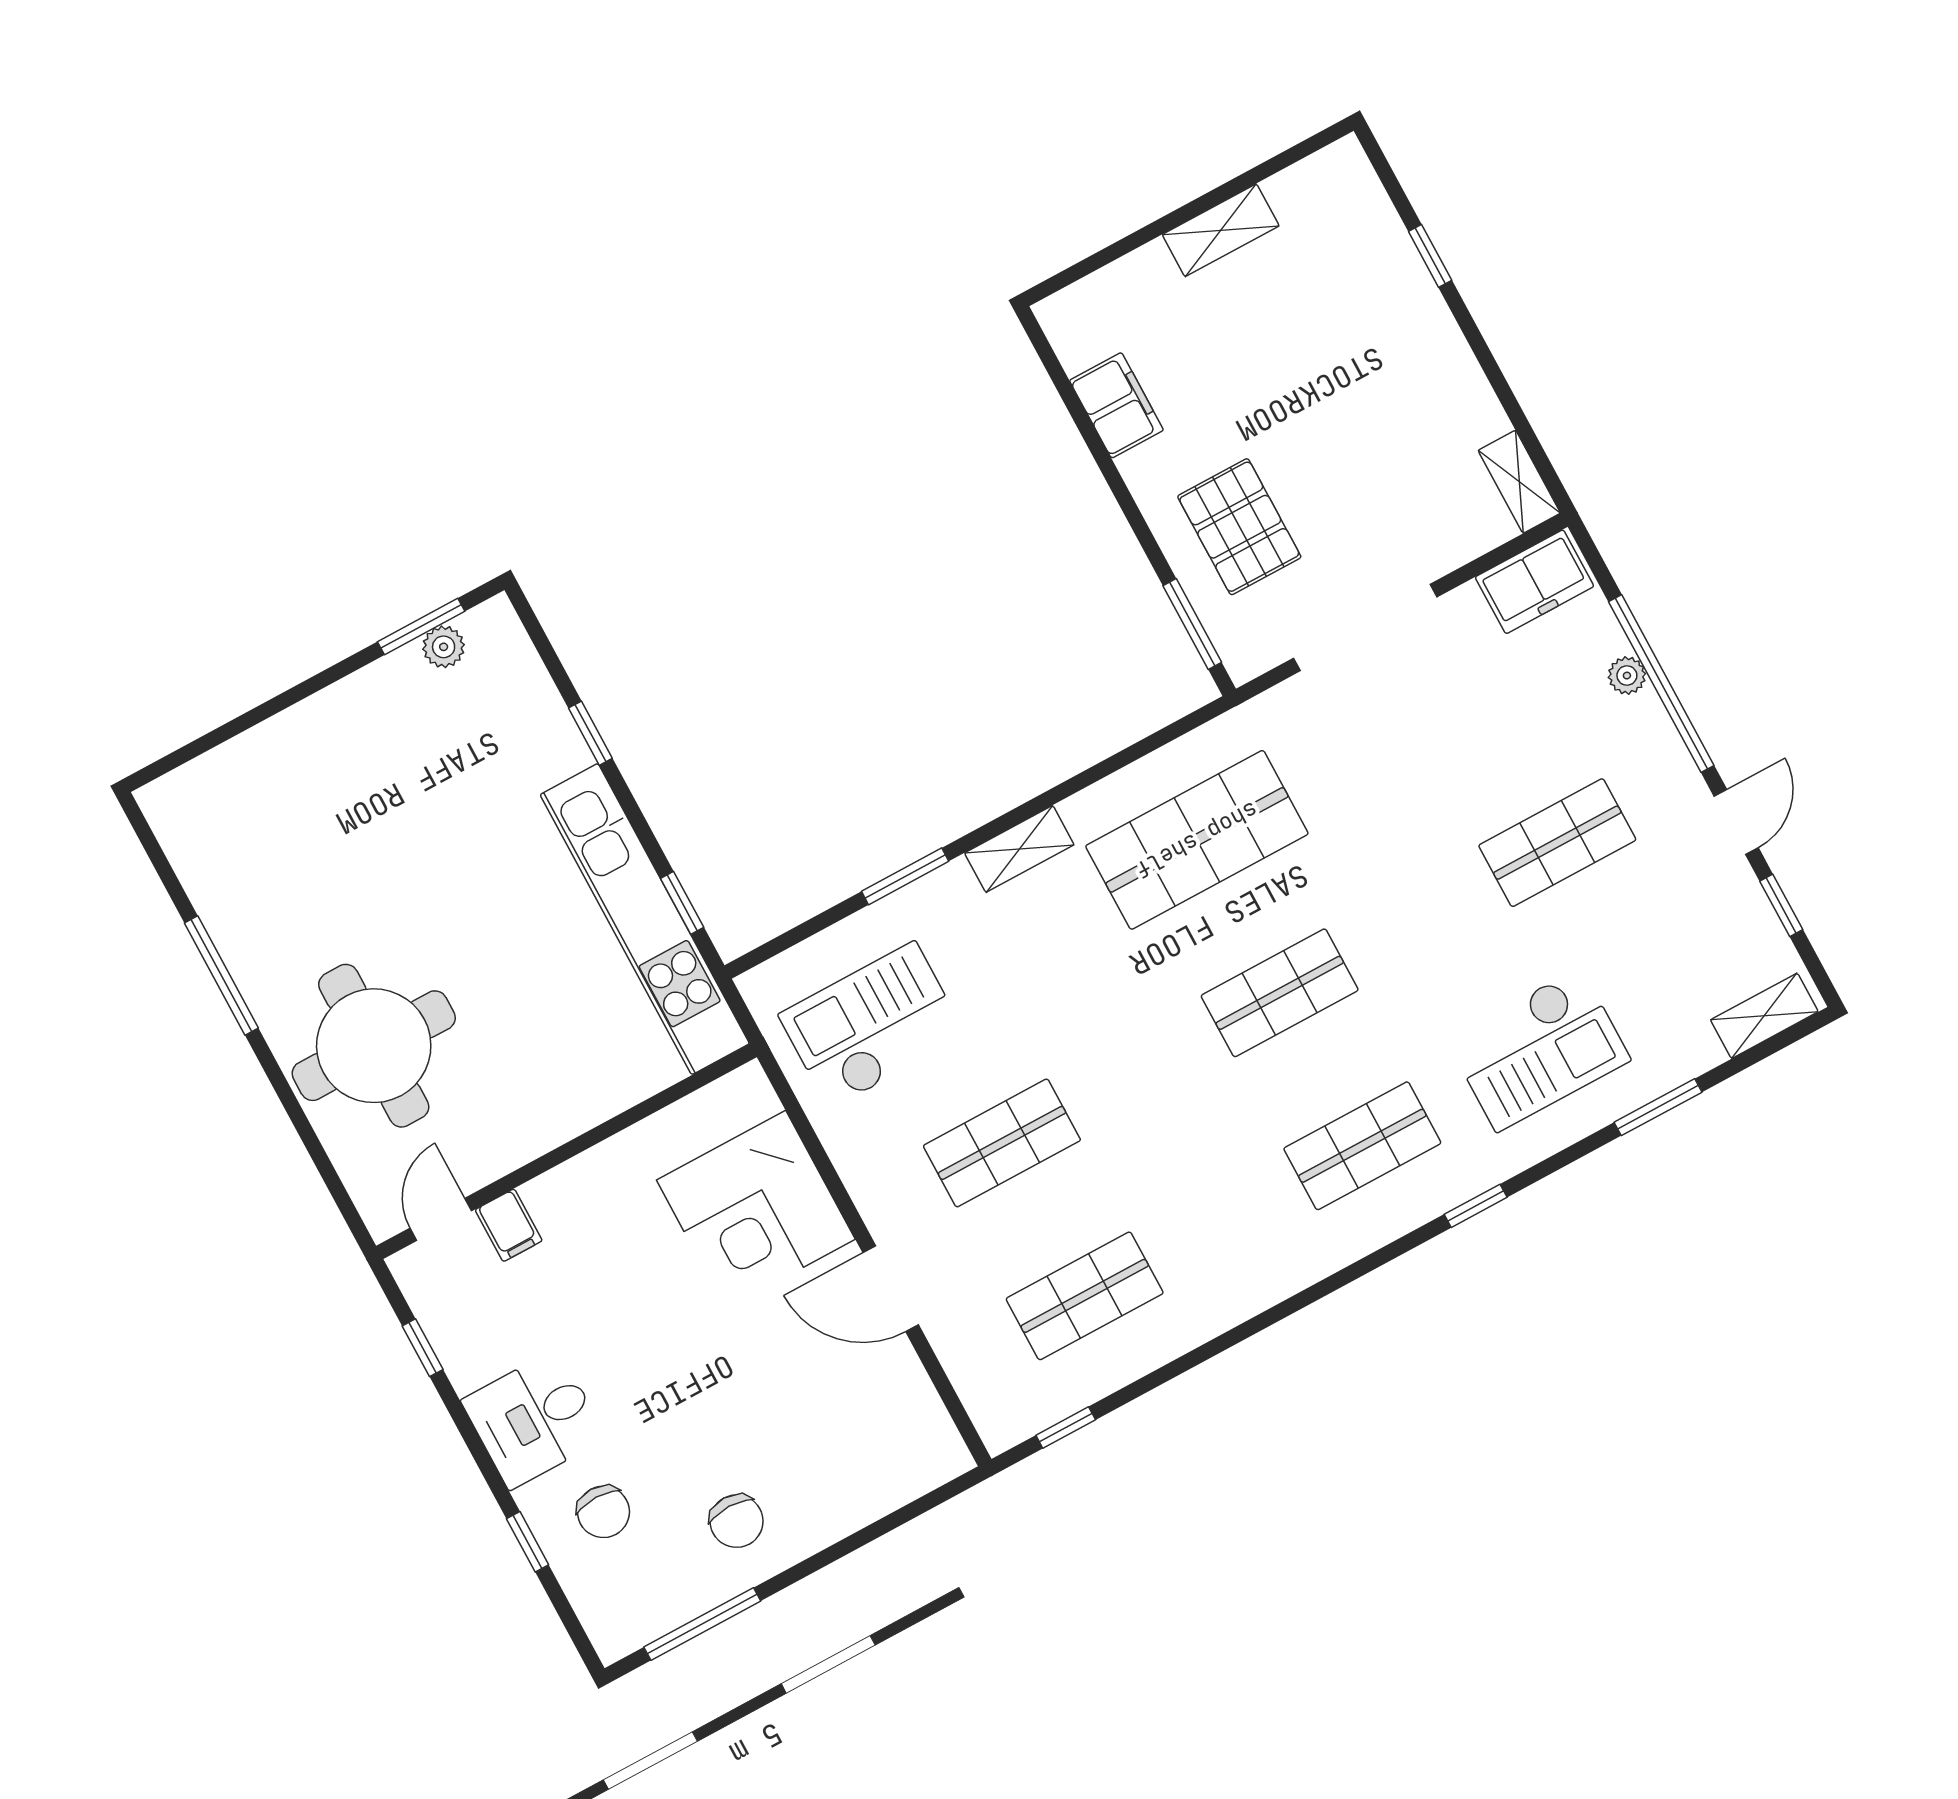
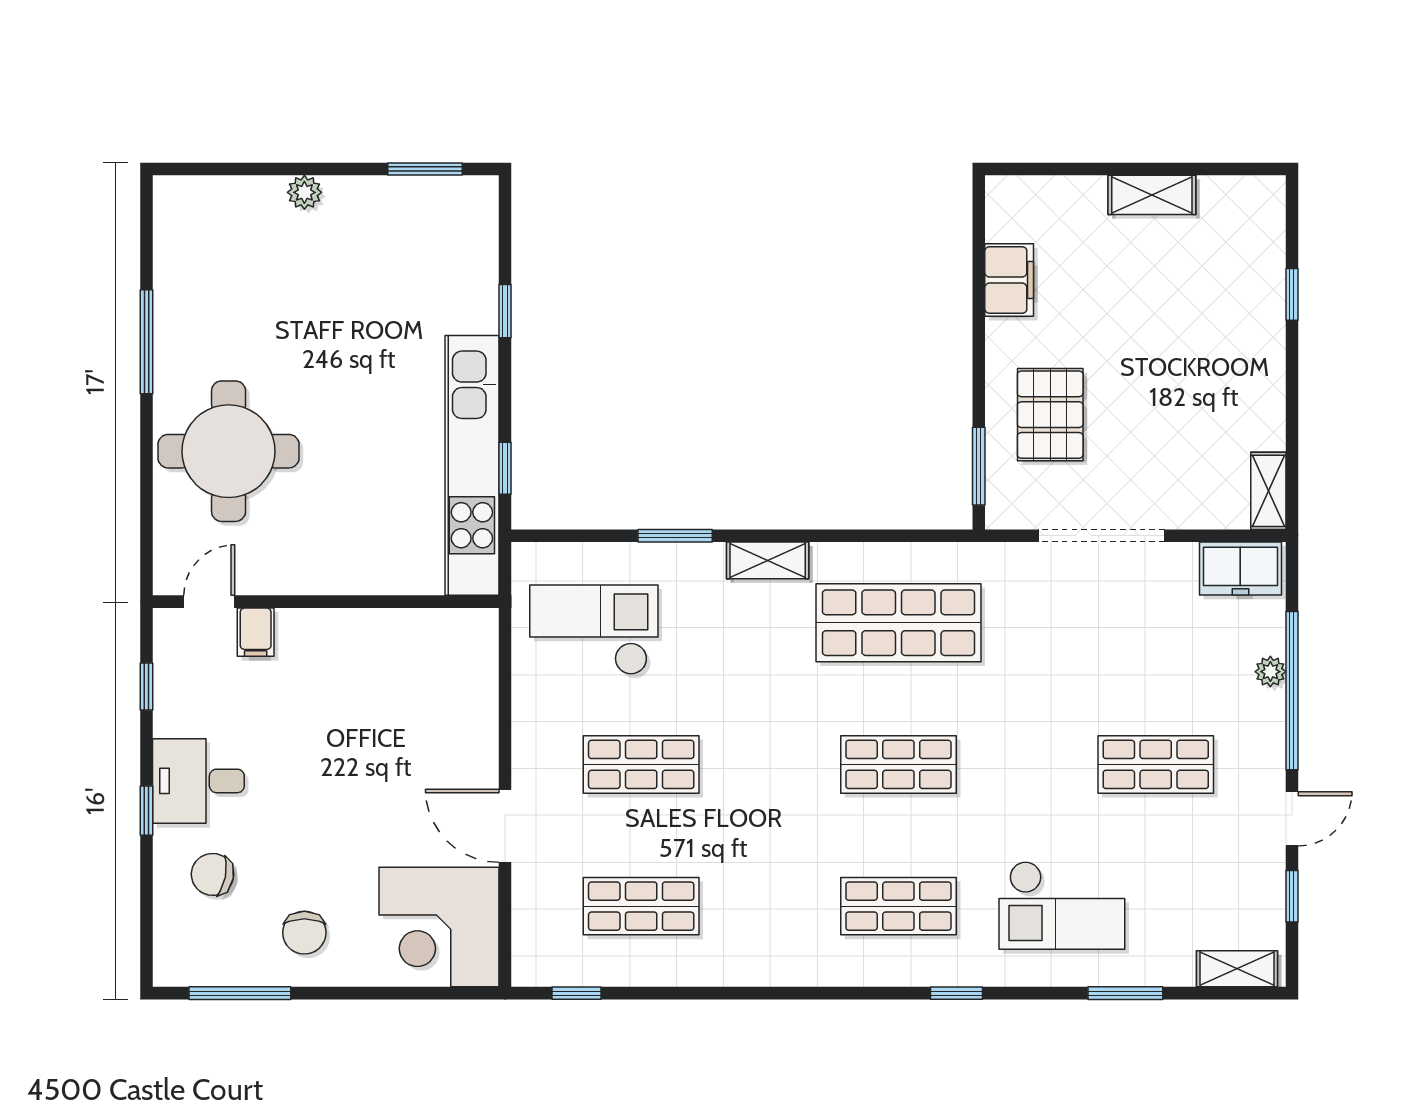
plant: (444, 647) -> (304, 192), moved
corner desk: (756, 1210) -> (439, 927), moved
chair: (603, 1512) -> (212, 874), turned 101
window: (528, 1542) -> (146, 811), moved

